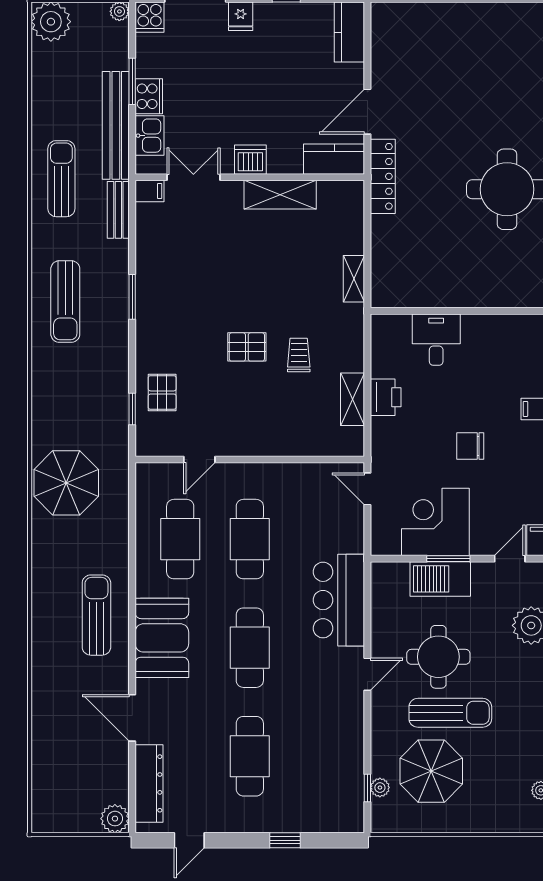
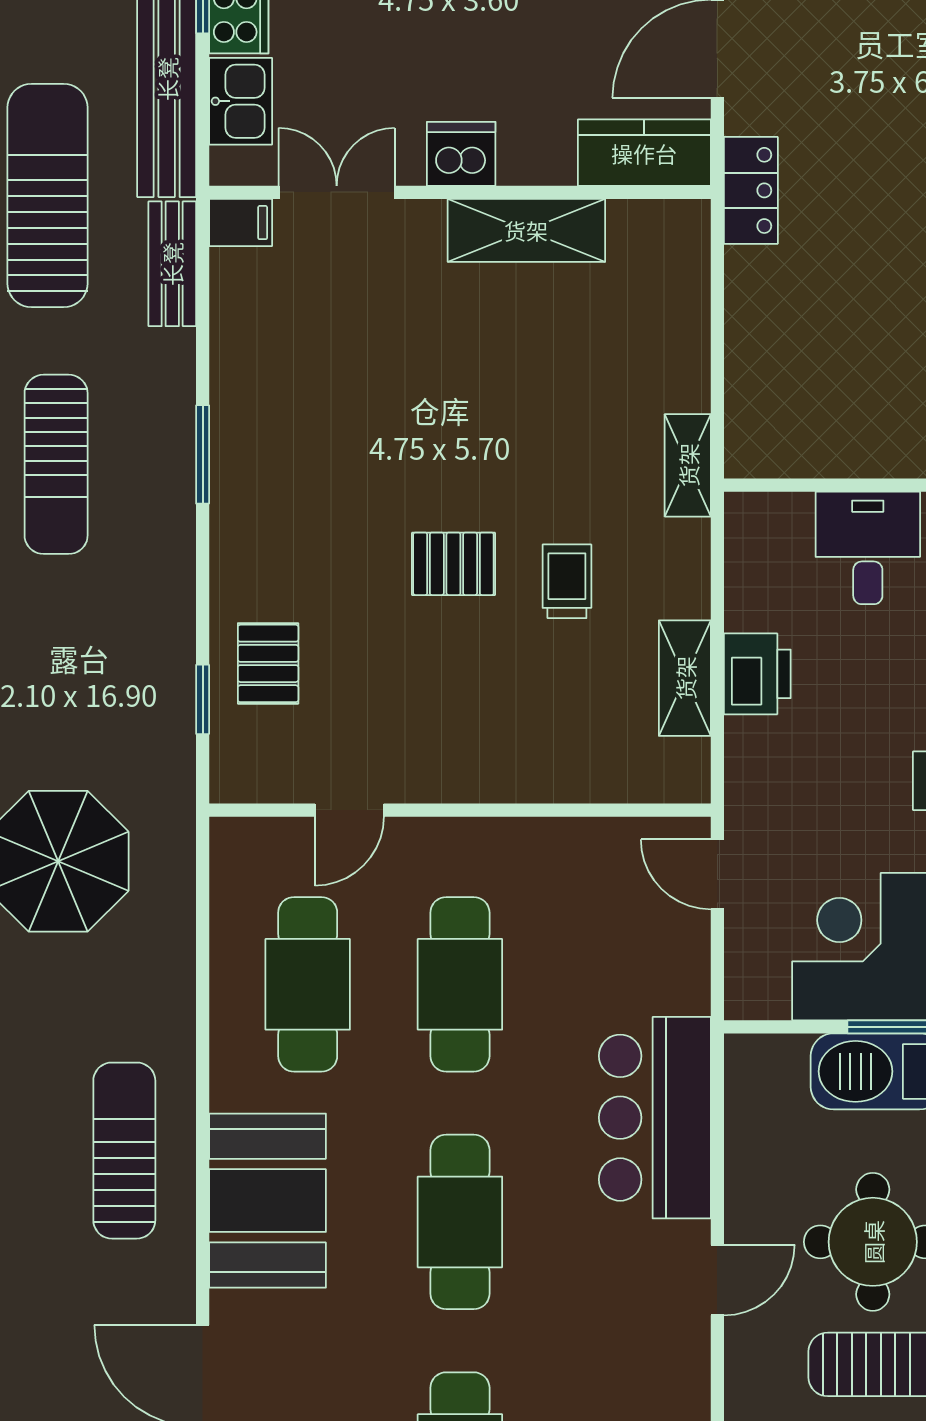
locker: (383, 176) -> (751, 190), width x0.66
sun lounger: (61, 179) -> (48, 195), width x1.36, depth x1.34
shelving: (354, 279) -> (688, 465), moved

